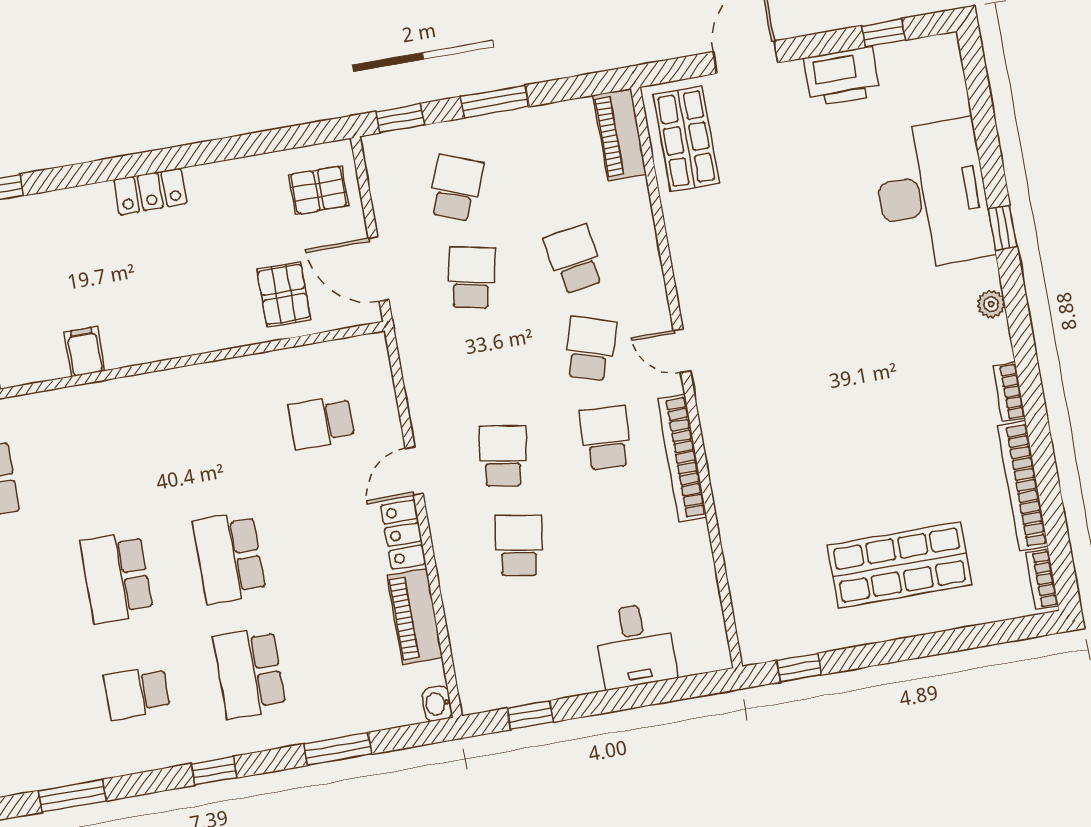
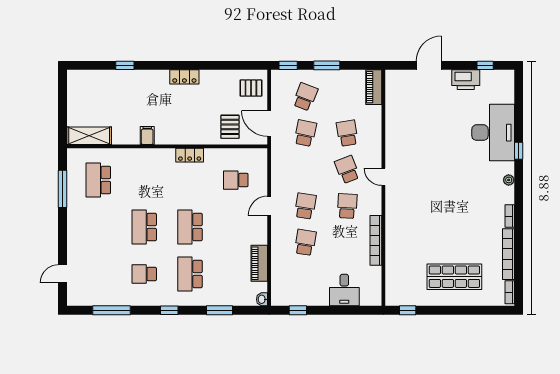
shop shelf: (686, 139) -> (400, 93), removed
school desk: (590, 349) -> (347, 170), turned -39
bookcase: (682, 458) -> (376, 240), moved
locker: (403, 534) -> (190, 155), moved, turned -90
window: (72, 796) -> (111, 310), width x1.44

